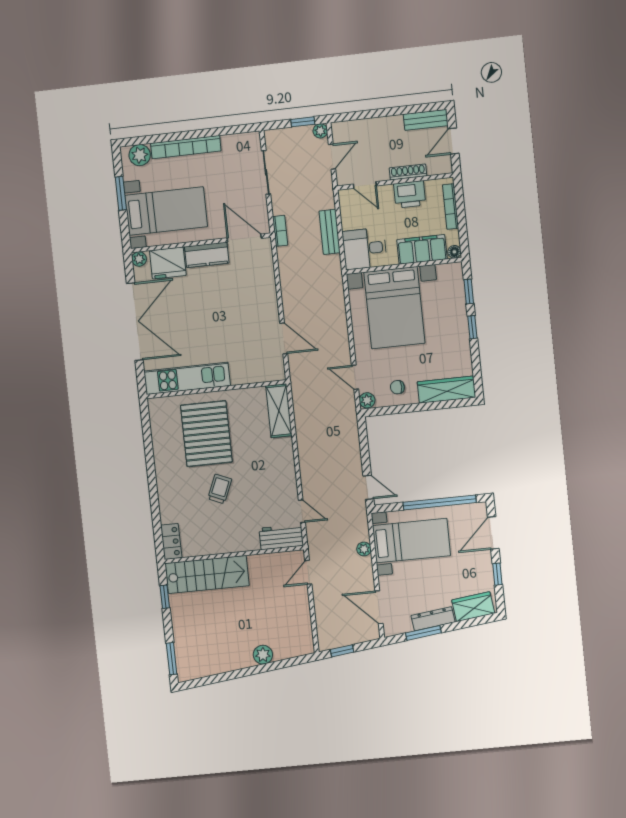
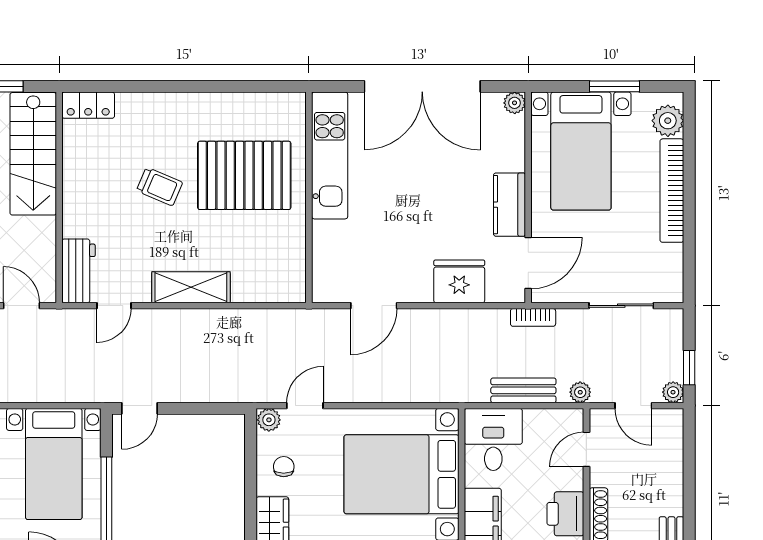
fridge: (168, 263) -> (459, 281), moved, turned 90
shelving: (279, 411) -> (191, 287), moved
plant: (364, 549) -> (580, 392), moved

